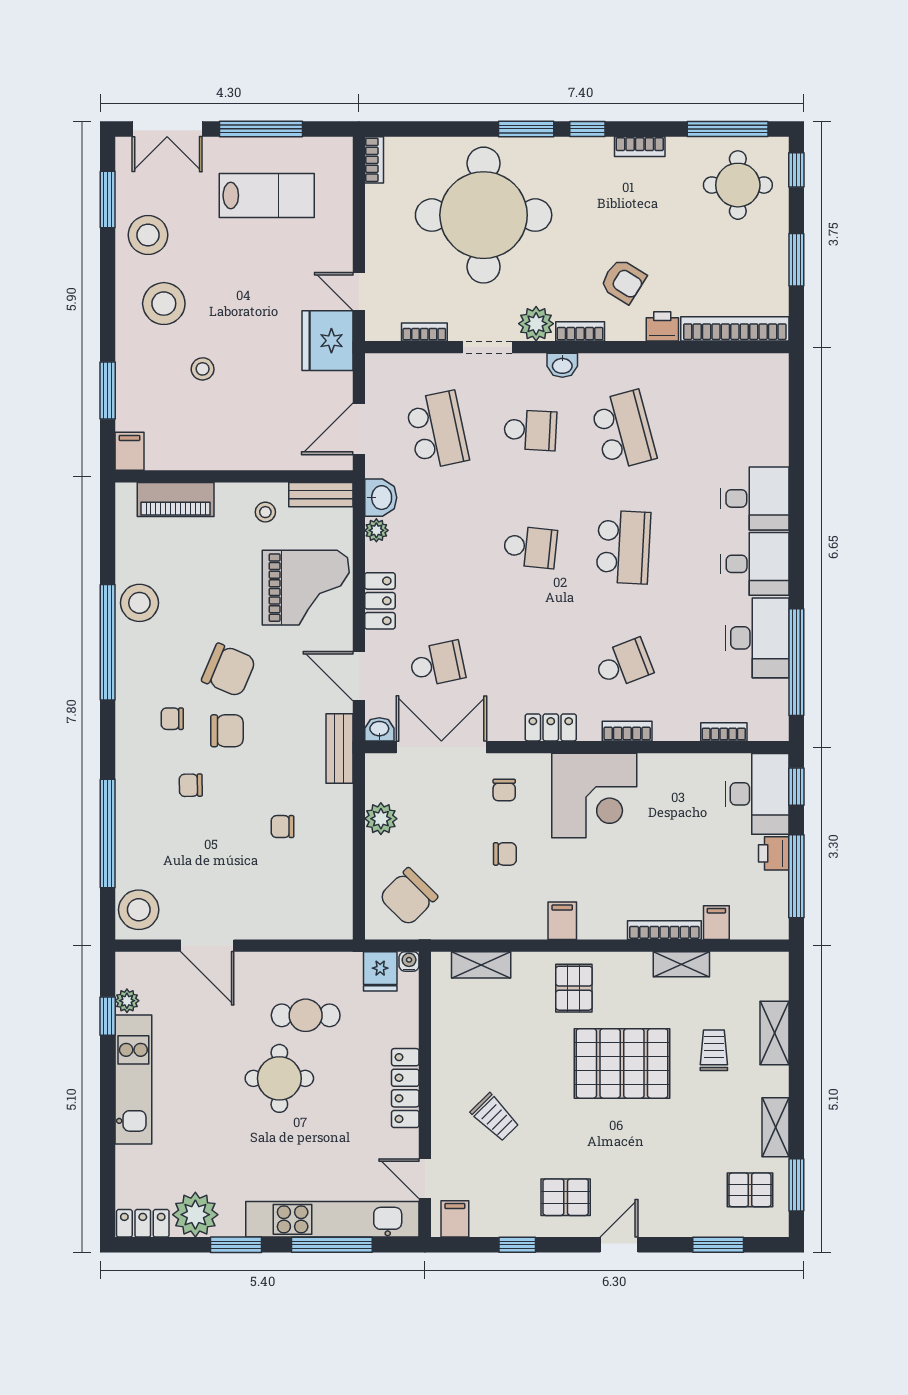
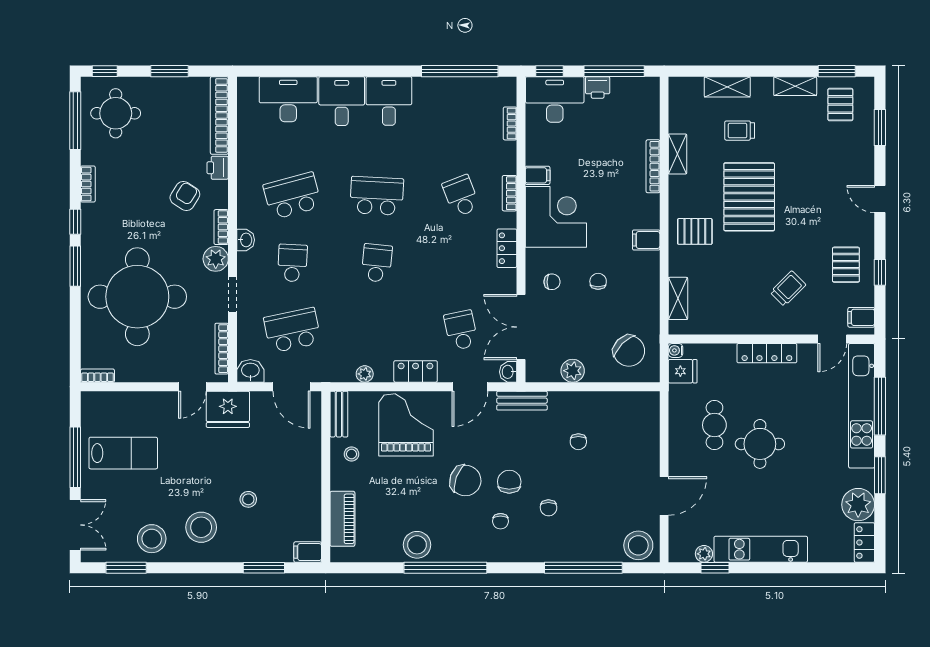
lab bench: (267, 195) -> (123, 453), turned 90
bookcase: (424, 332) -> (222, 349), width x1.56
washbasin: (381, 498) -> (250, 371), moved
desk: (757, 638) -> (288, 99), moved
chair: (229, 670) -> (465, 480), turned 87
filing cabinet: (716, 923) -> (538, 175), moved, turned 180
pallet: (566, 1197) -> (846, 265), moved

